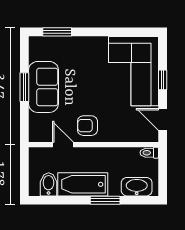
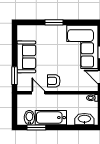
window: (57, 32) -> (54, 22), moved
window: (24, 87) -> (14, 76), moved
window: (105, 200) -> (36, 128), moved

